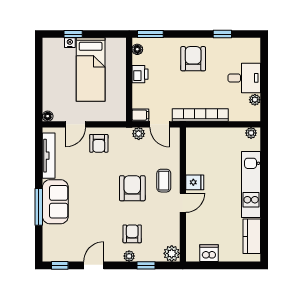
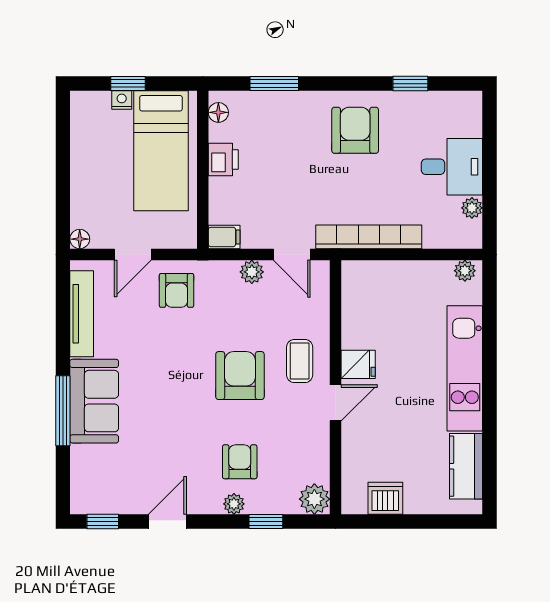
floor lamp: (137, 49) -> (218, 112), moved
printer: (140, 74) -> (223, 159), moved
wall: (129, 80) -> (203, 170), moved
filing cabinet: (140, 115) -> (224, 237), moved

